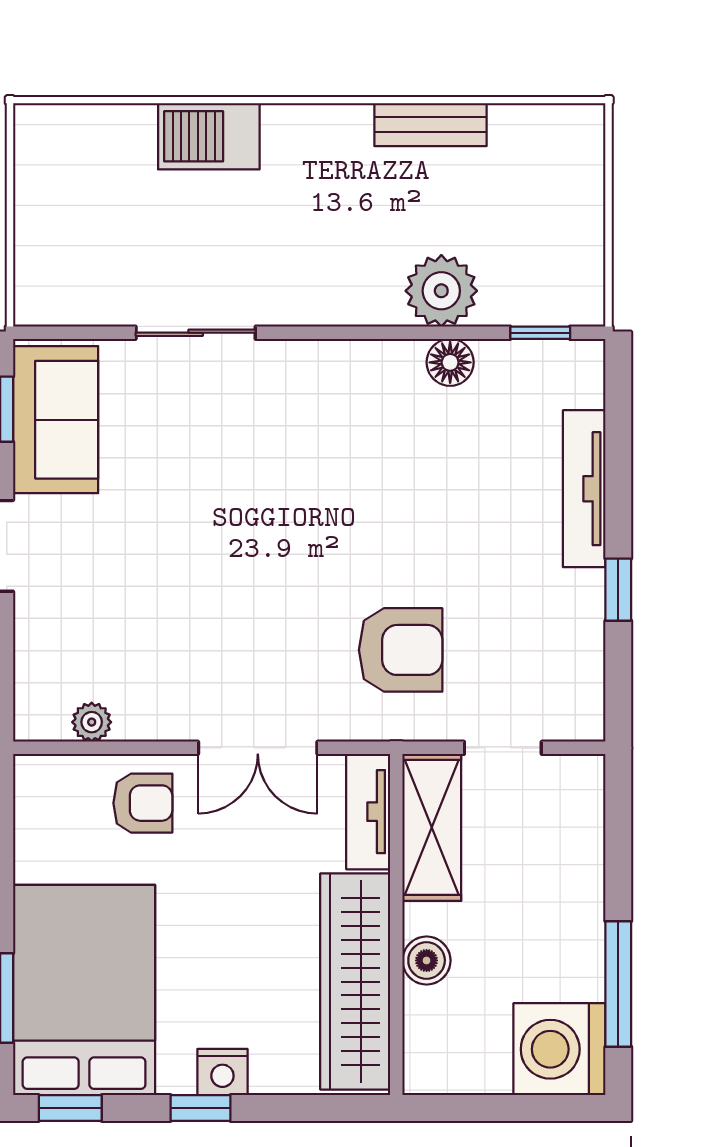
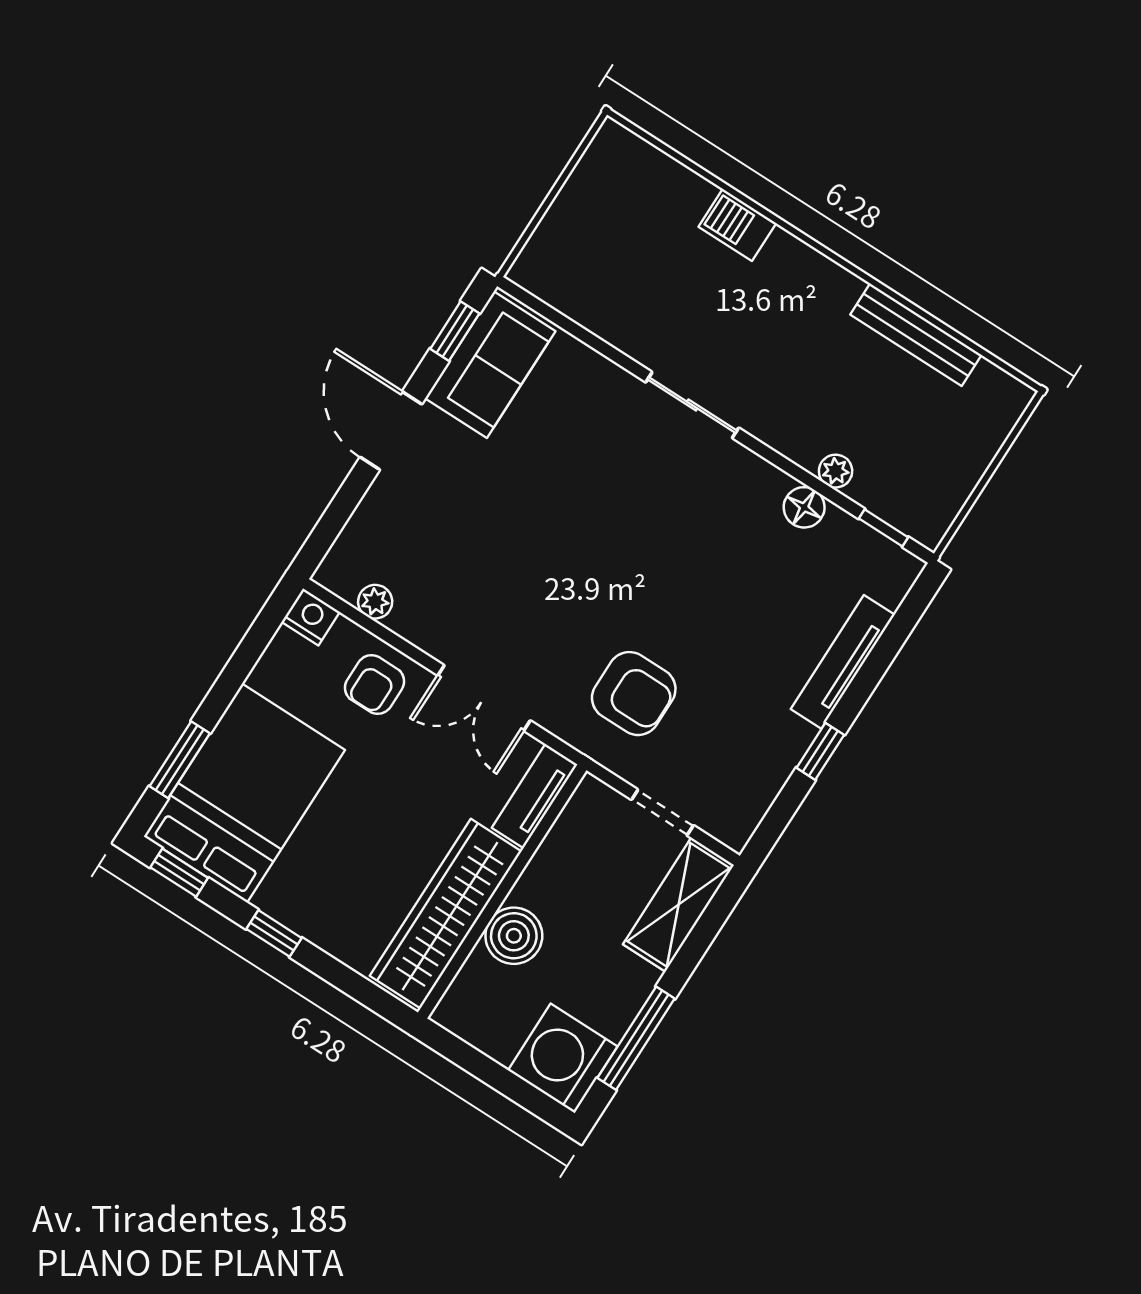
bench: (431, 125) -> (916, 335), width x1.36
barbecue: (209, 136) -> (737, 225), width x0.73, depth x0.79
plant: (441, 291) -> (836, 471), width x0.53, depth x0.53
sliding door: (196, 333) -> (692, 405), moved
armchair: (143, 803) -> (375, 684), turned 90
shelving: (432, 827) -> (679, 905), moved
boiler: (427, 960) -> (514, 936), width x1.36, depth x1.36
nightstand: (222, 1072) -> (311, 617), moved, turned 180

